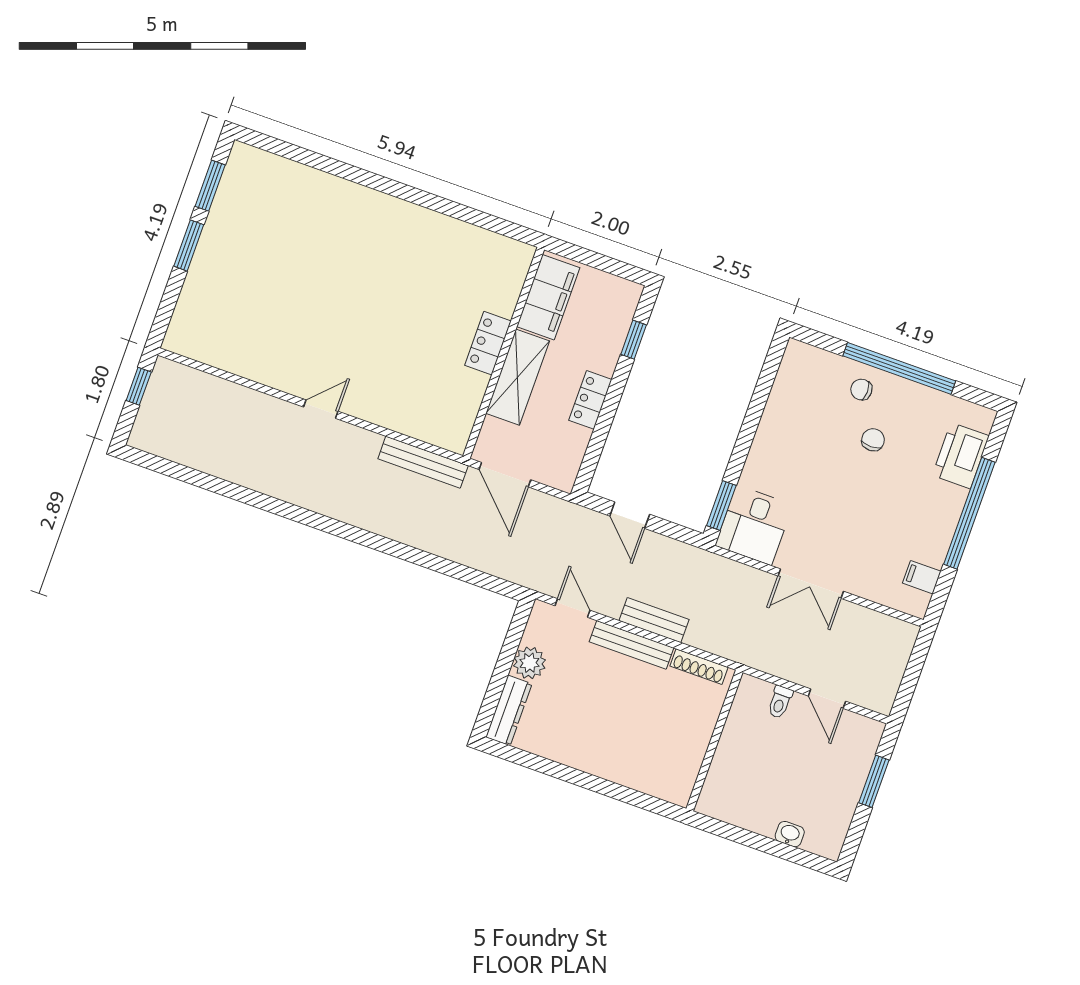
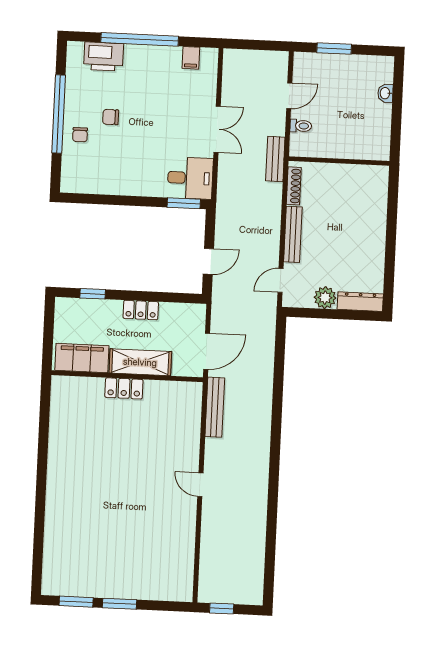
bench: (654, 620) -> (275, 159), moved

